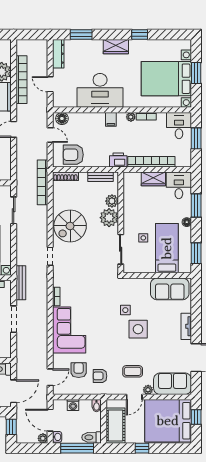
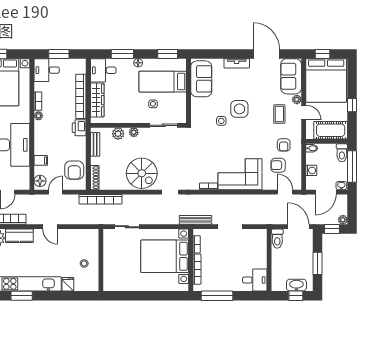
filing cabinet: (111, 119) -> (41, 160), moved
wardrobe: (153, 179) -> (97, 100), width x1.50
plant: (109, 218) -> (134, 132), width x0.53, depth x0.53
plant: (43, 438) -> (343, 220), moved

